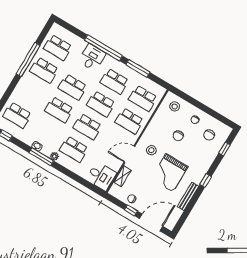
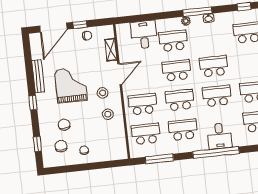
window: (138, 68) -> (159, 159), moved
stool: (175, 106) -> (108, 114), moved
chair: (178, 136) -> (64, 125), moved
desk: (101, 176) -> (144, 35), moved, turned 90

